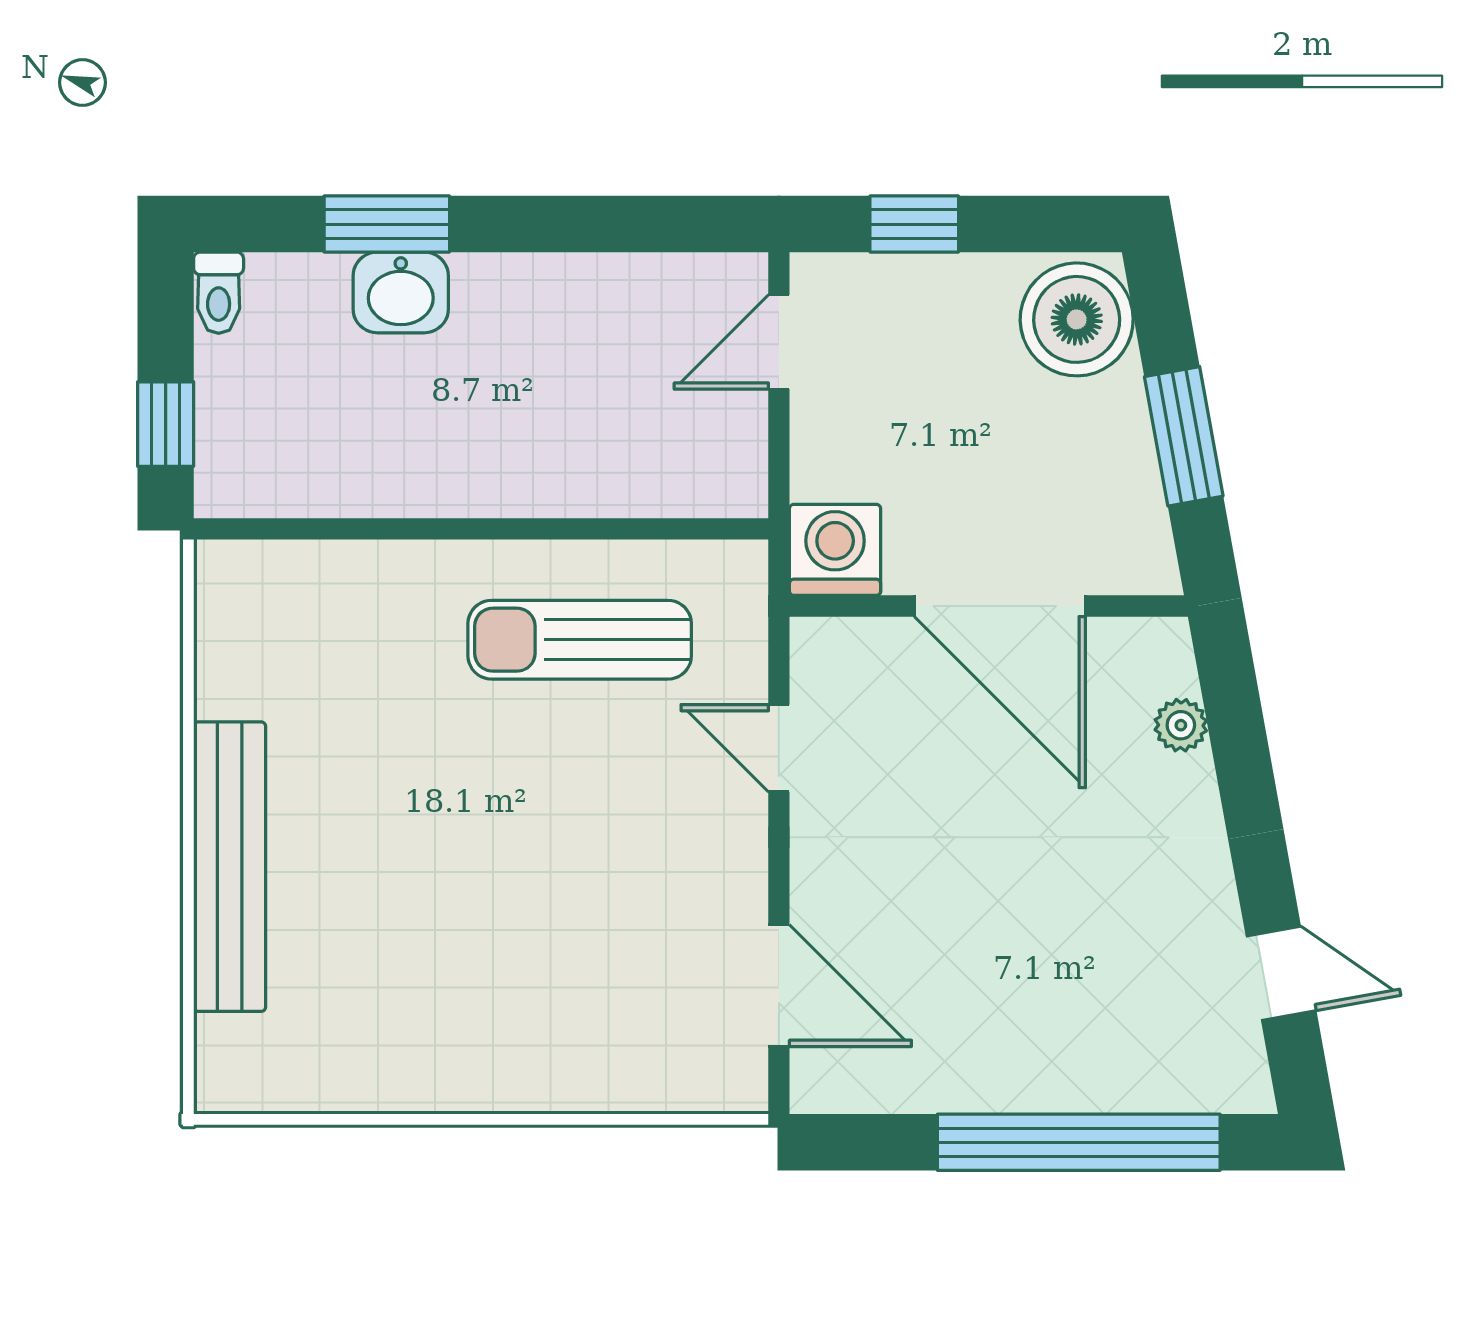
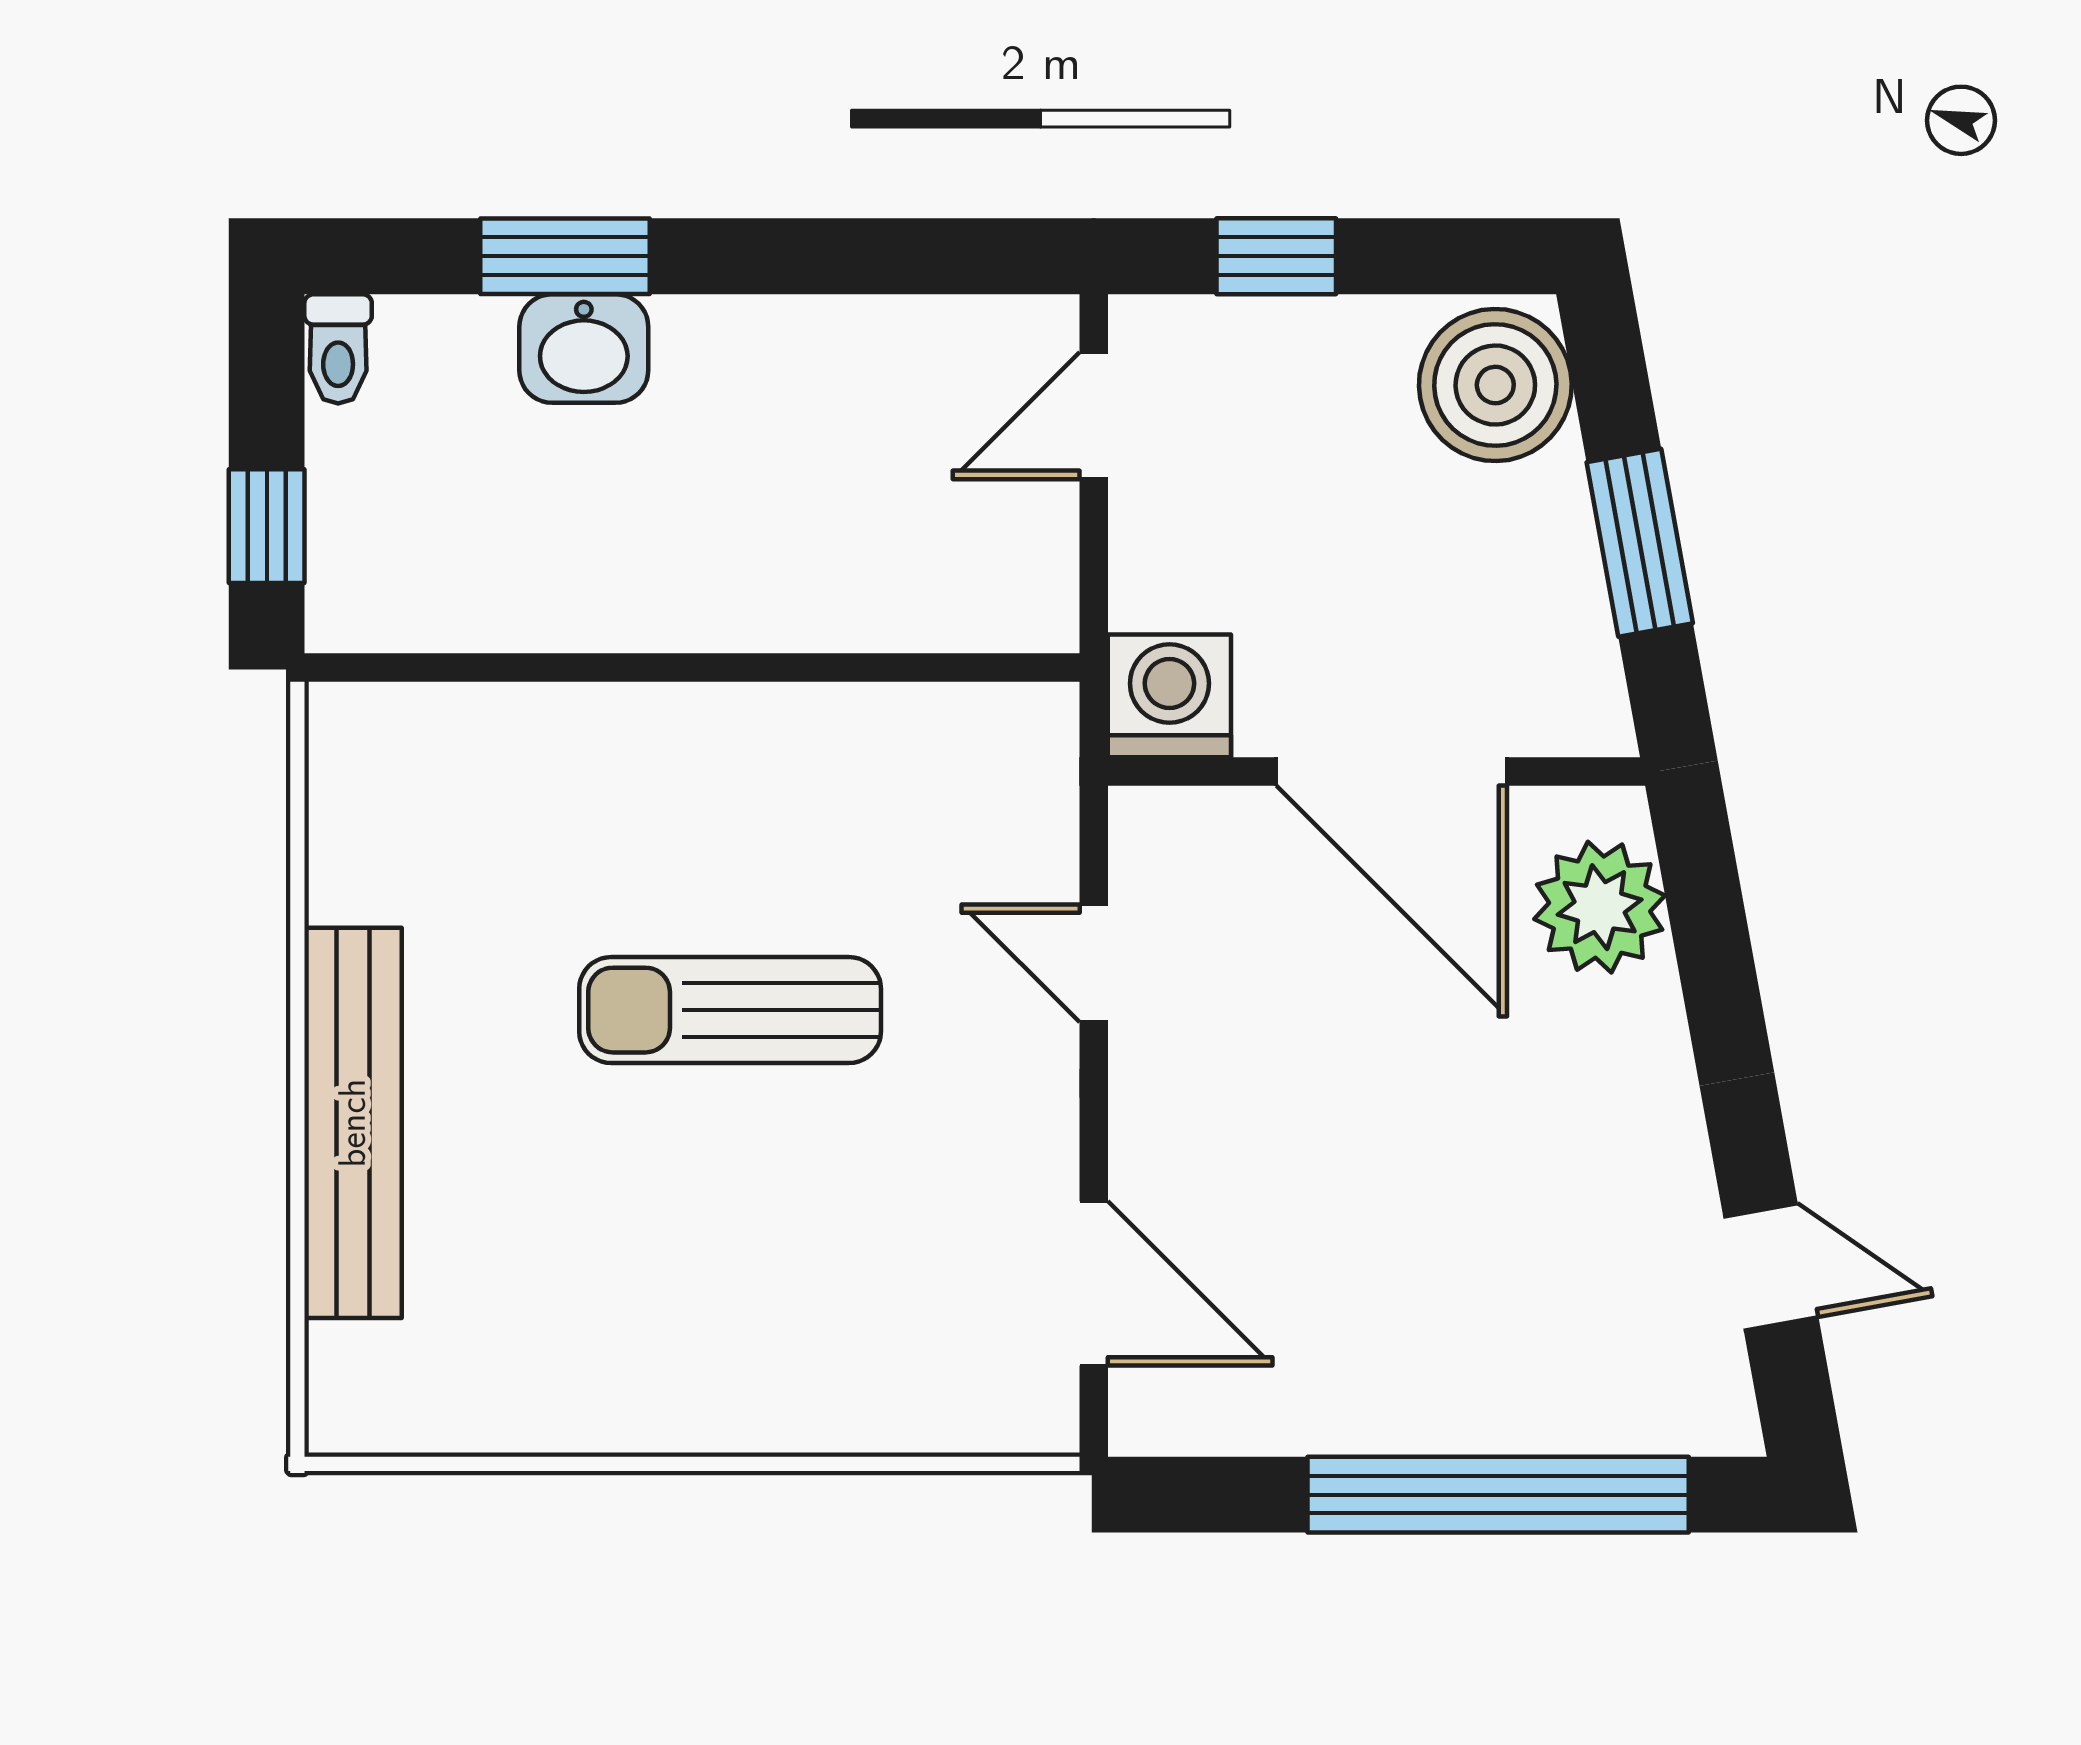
sun lounger: (580, 640) -> (730, 1010), moved
plant: (1181, 725) -> (1600, 907), width x1.87, depth x1.87

